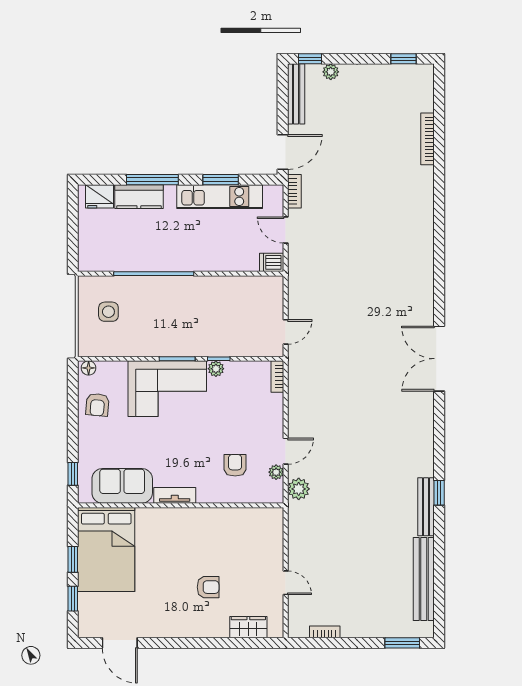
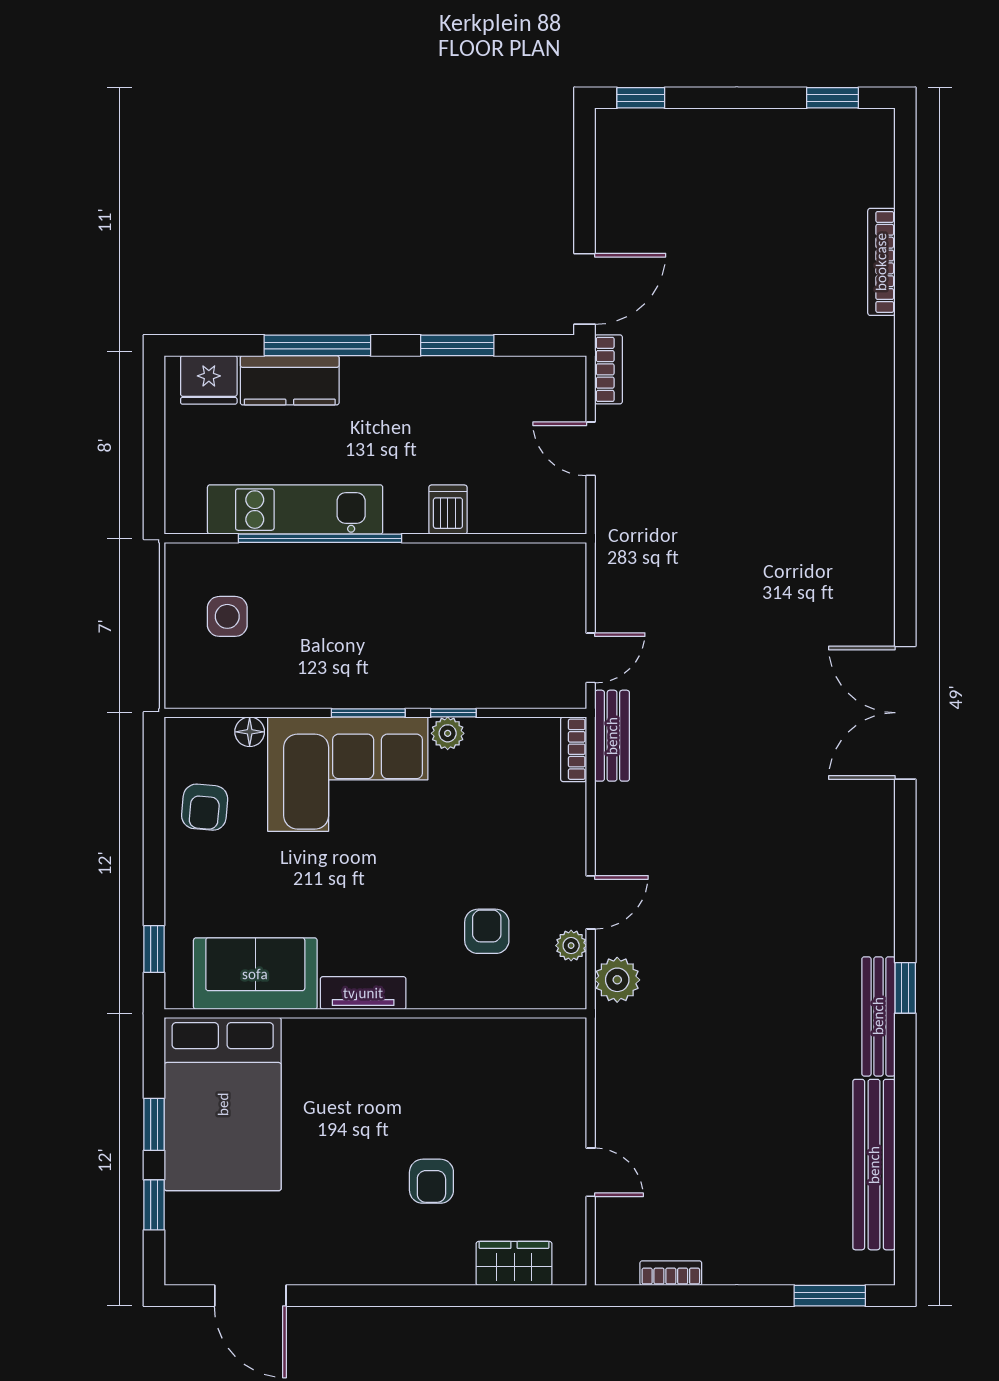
plant: (331, 72) -> (683, 124), removed
bench: (296, 94) -> (612, 736), moved, width x0.73
kitchen unit: (220, 197) -> (295, 510), moved, turned 180
dishwasher: (272, 262) -> (448, 510), moved, turned 90
floor lamp: (89, 368) -> (250, 732), moved
armchair: (208, 587) -> (431, 1181), turned 90

